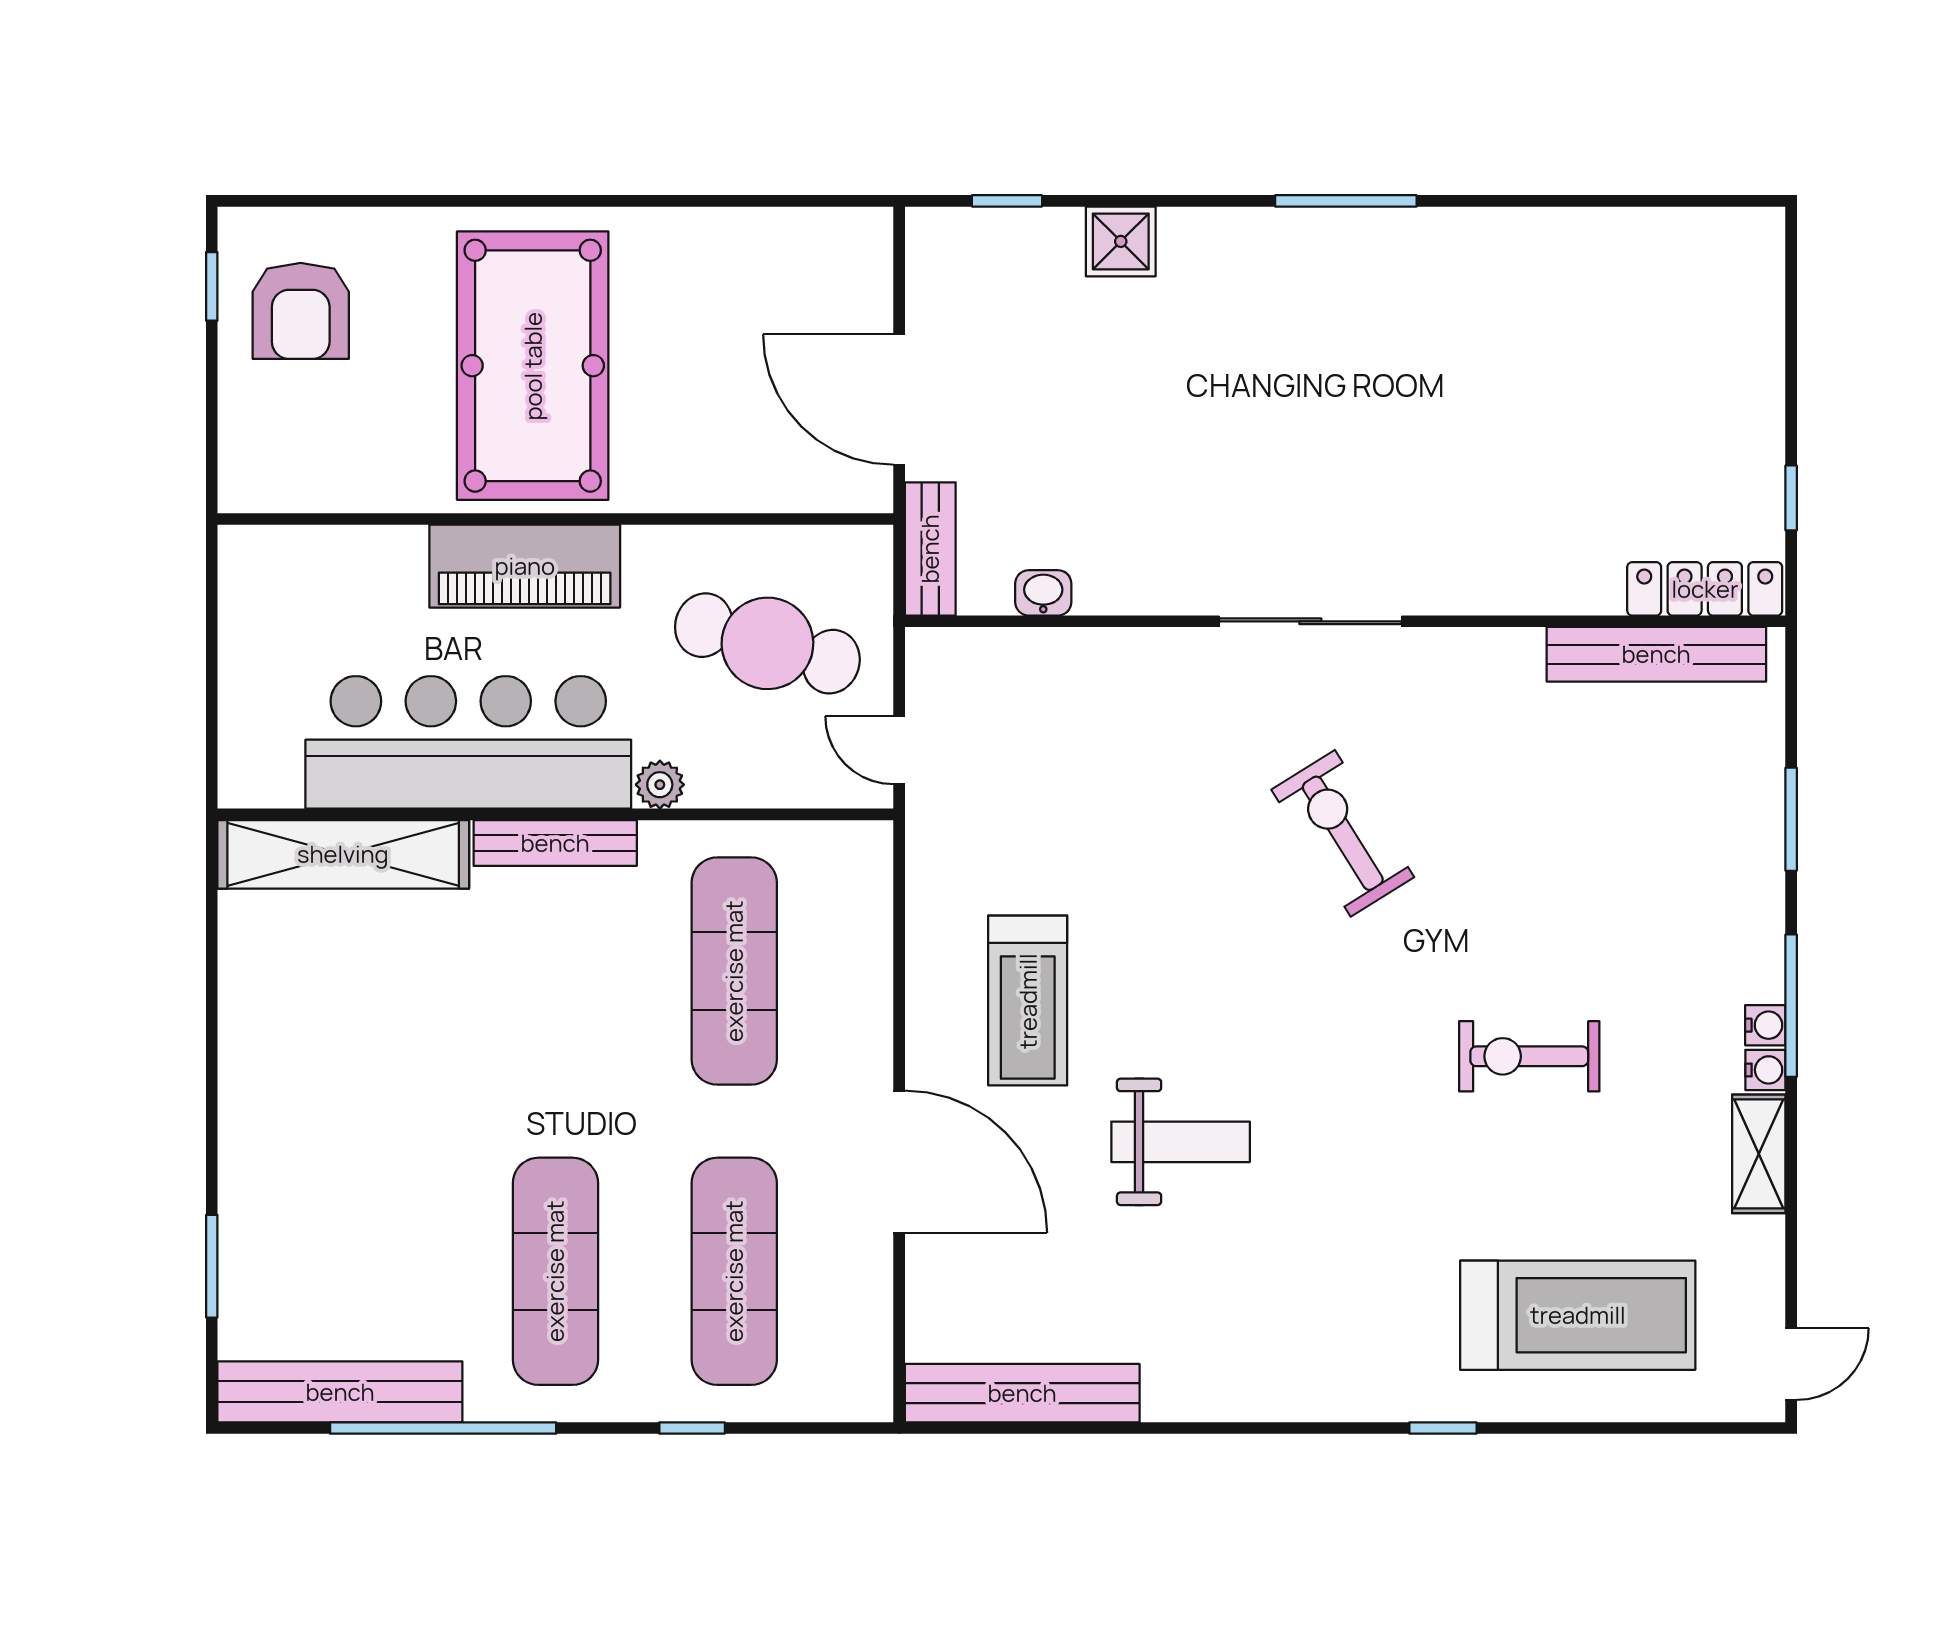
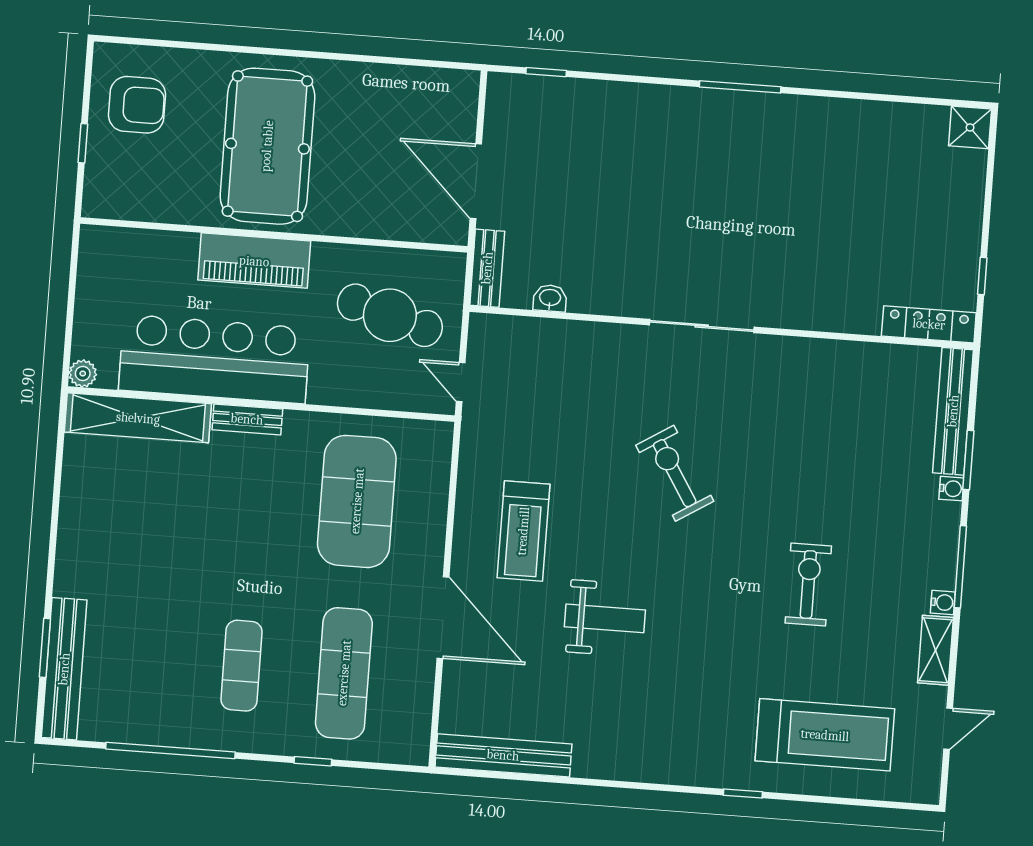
shower: (1121, 241) -> (970, 127), moved
window: (212, 286) -> (83, 143), moved
armchair: (301, 311) -> (137, 105), turned -90
bench: (1656, 654) -> (953, 411), moved, turned 90
plant: (660, 785) -> (83, 373), moved
exercise bike: (1343, 833) -> (675, 473), moved
bench: (555, 843) -> (247, 419), width x0.73
exercise mat: (734, 971) -> (357, 501), width x1.47
water cooler: (1765, 1025) -> (951, 489), moved
exercise bike: (1529, 1056) -> (808, 584), turned 90
exercise mat: (555, 1271) -> (242, 666), width x0.73, depth x0.69
door: (1791, 1364) -> (948, 729), moved
bench: (340, 1392) -> (64, 669), moved, turned 90

